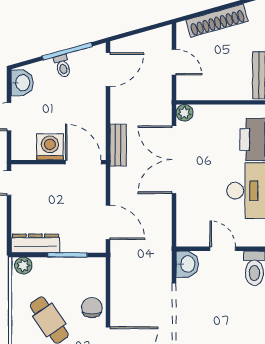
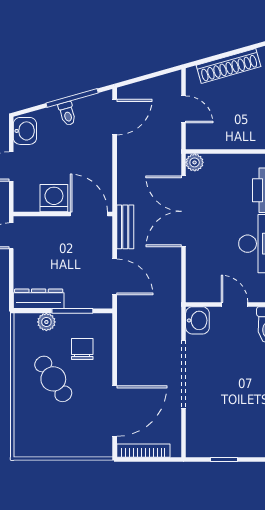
bench: (118, 145) -> (125, 227), moved
plant: (23, 266) -> (46, 322), moved
chair: (92, 308) -> (82, 349), moved

